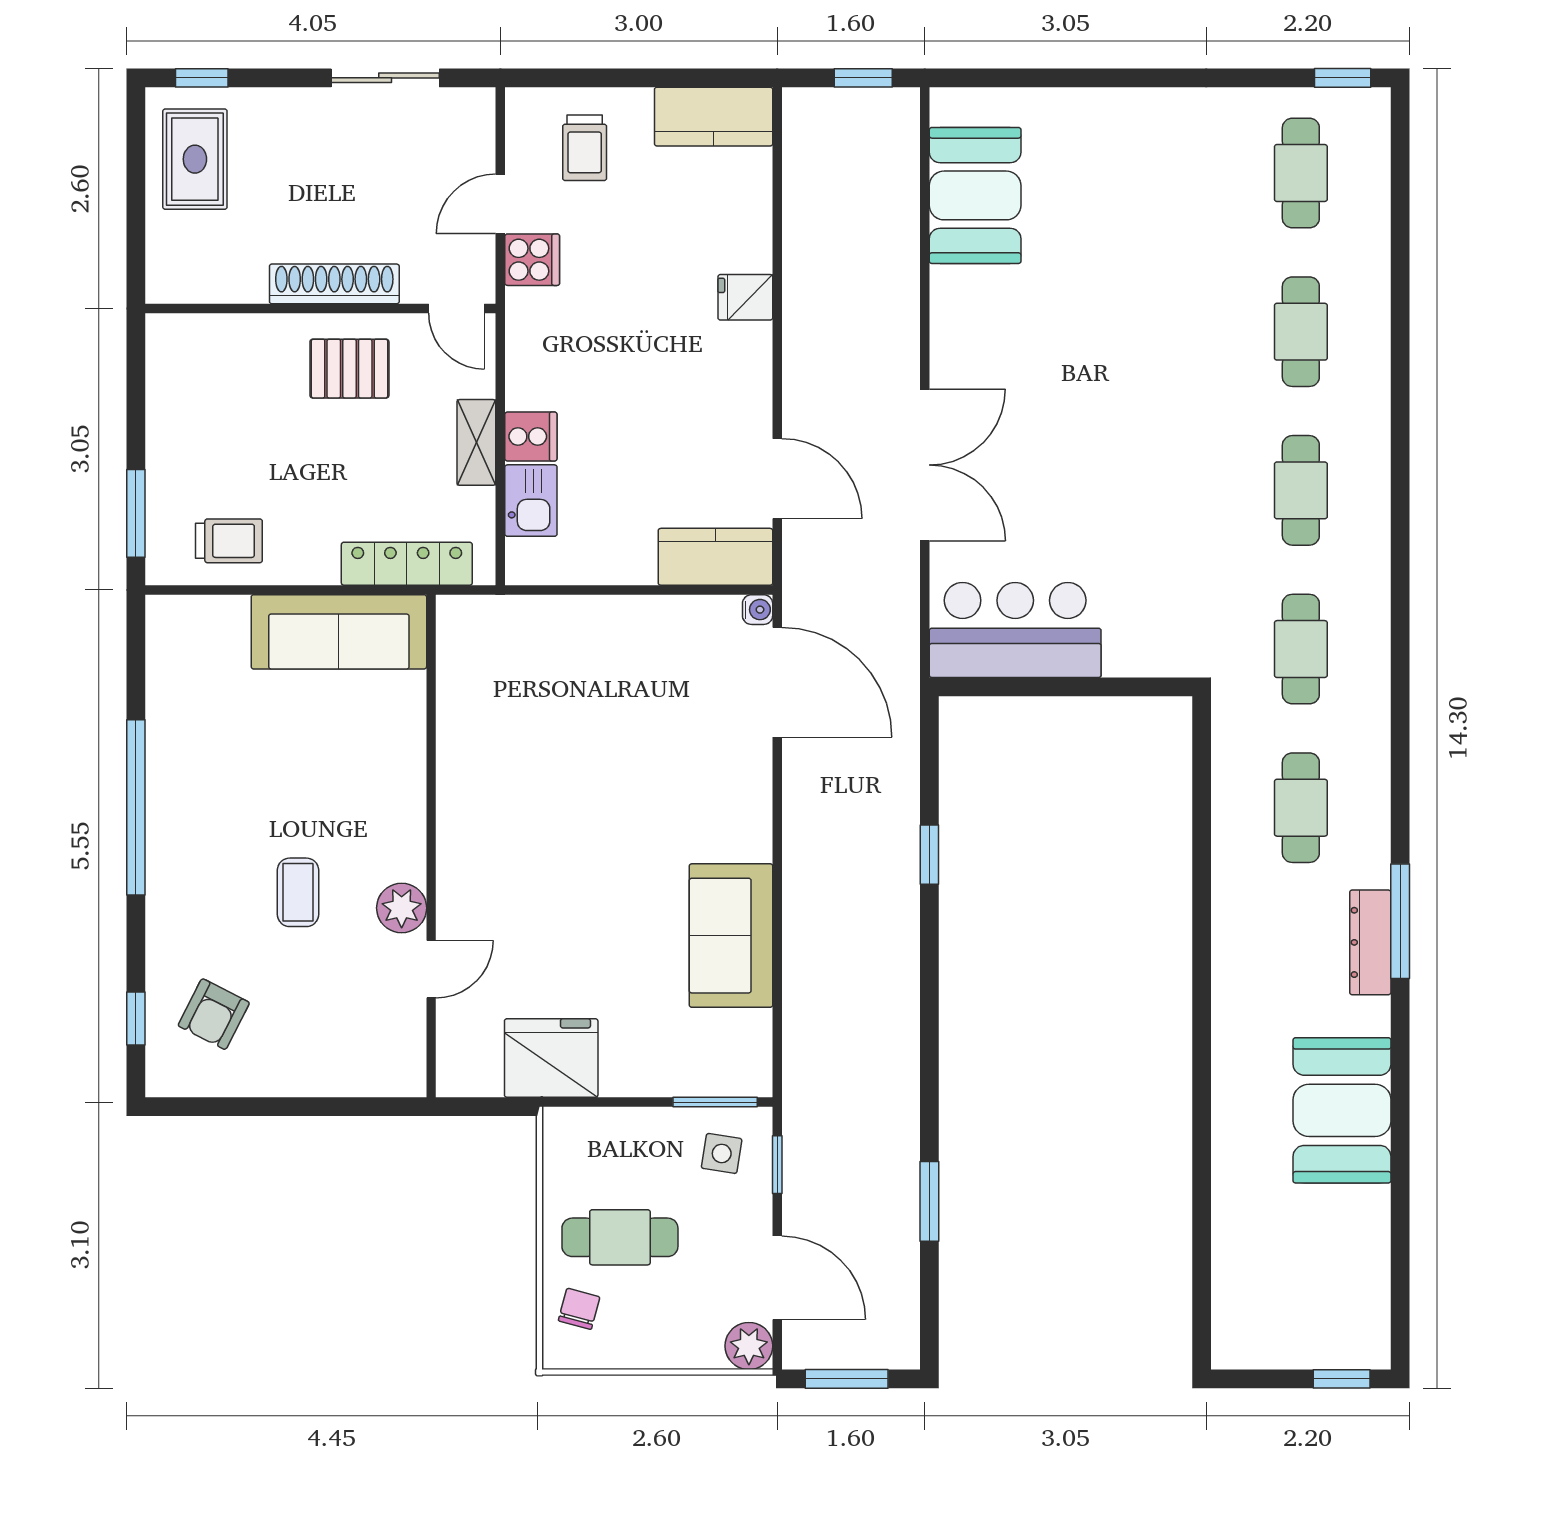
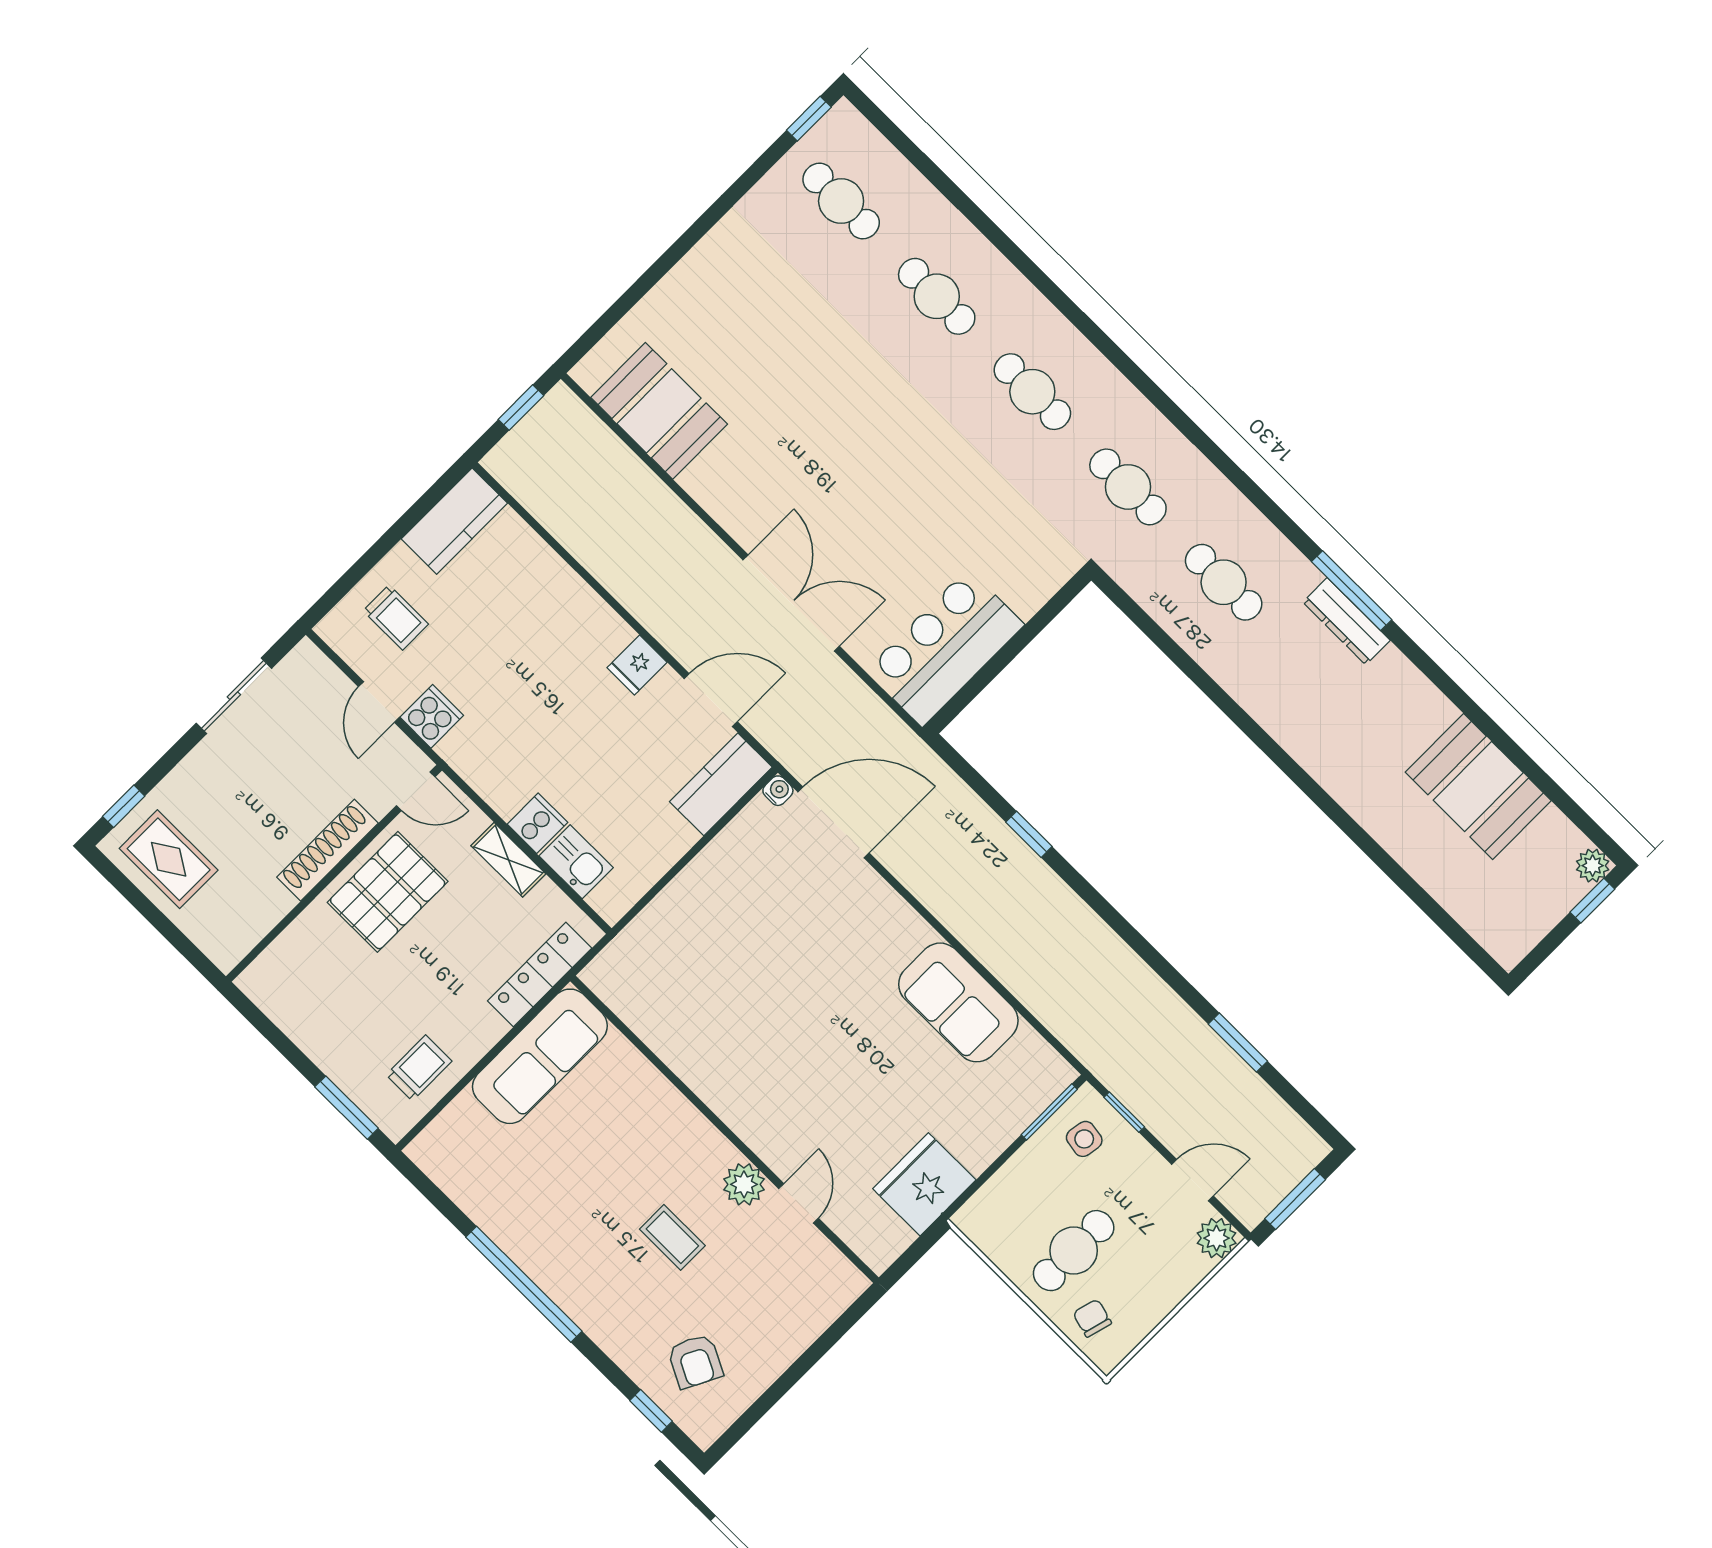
fridge: (745, 297) -> (637, 665), moved
pallet: (349, 369) -> (388, 892), width x1.50, depth x1.42
booth: (1342, 1110) -> (1478, 786), moved
door: (777, 1278) -> (1192, 1180), width x0.73
plant: (1371, 1350) -> (1593, 866), added

